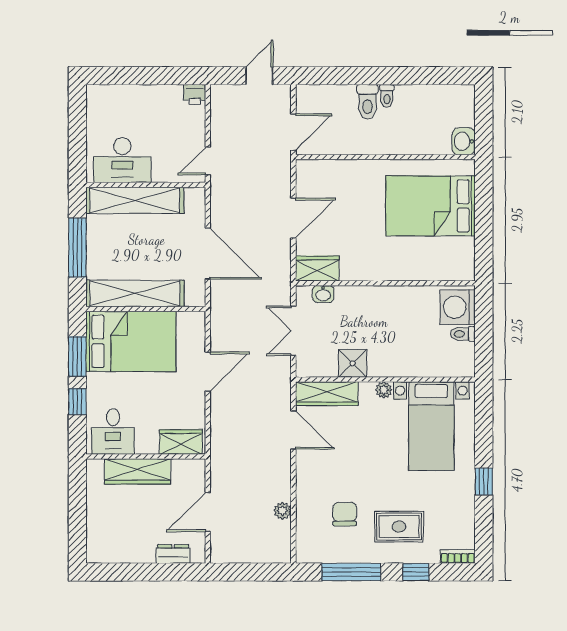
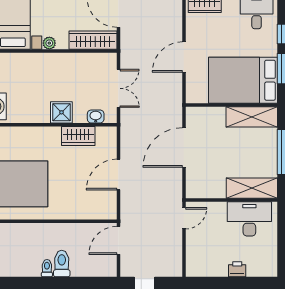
printer: (195, 94) -> (237, 269), moved
shelving: (135, 200) -> (252, 188), width x0.68
door: (208, 253) -> (184, 147), hinge flipped
wardrobe: (317, 269) -> (78, 136), moved
shelving: (135, 293) -> (252, 117), width x0.68
shower: (353, 363) -> (61, 112), moved

